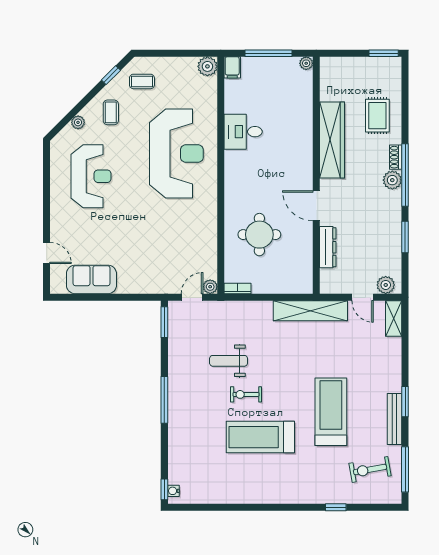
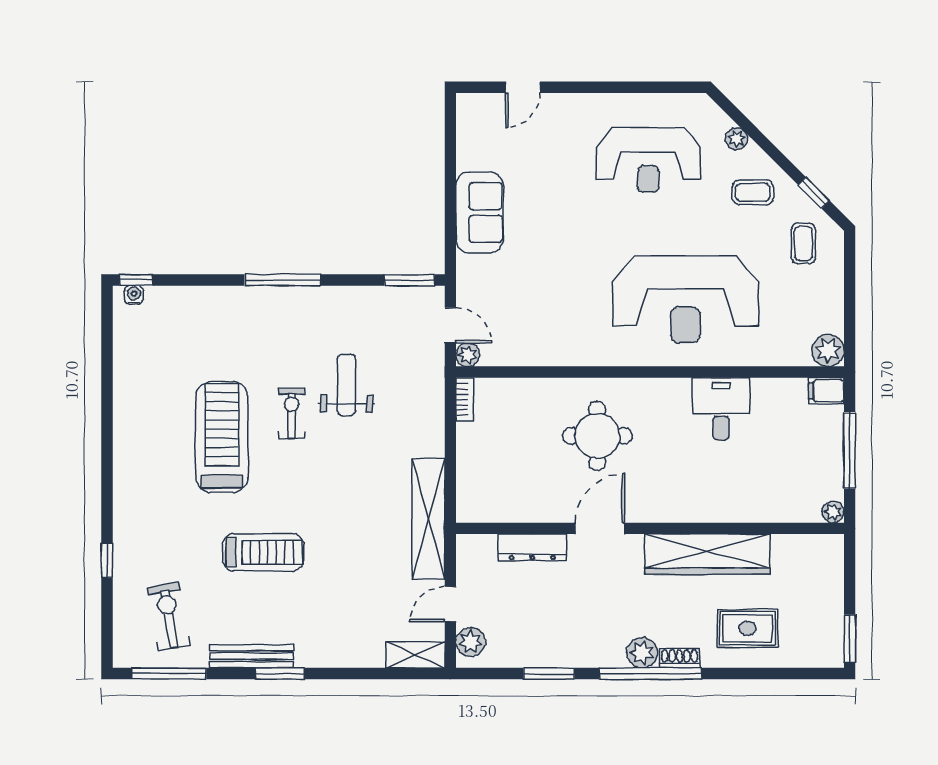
round table: (259, 235) -> (597, 436), moved
sofa: (91, 279) -> (480, 212), moved
treadmill: (331, 412) -> (263, 552), width x0.73, depth x0.73

